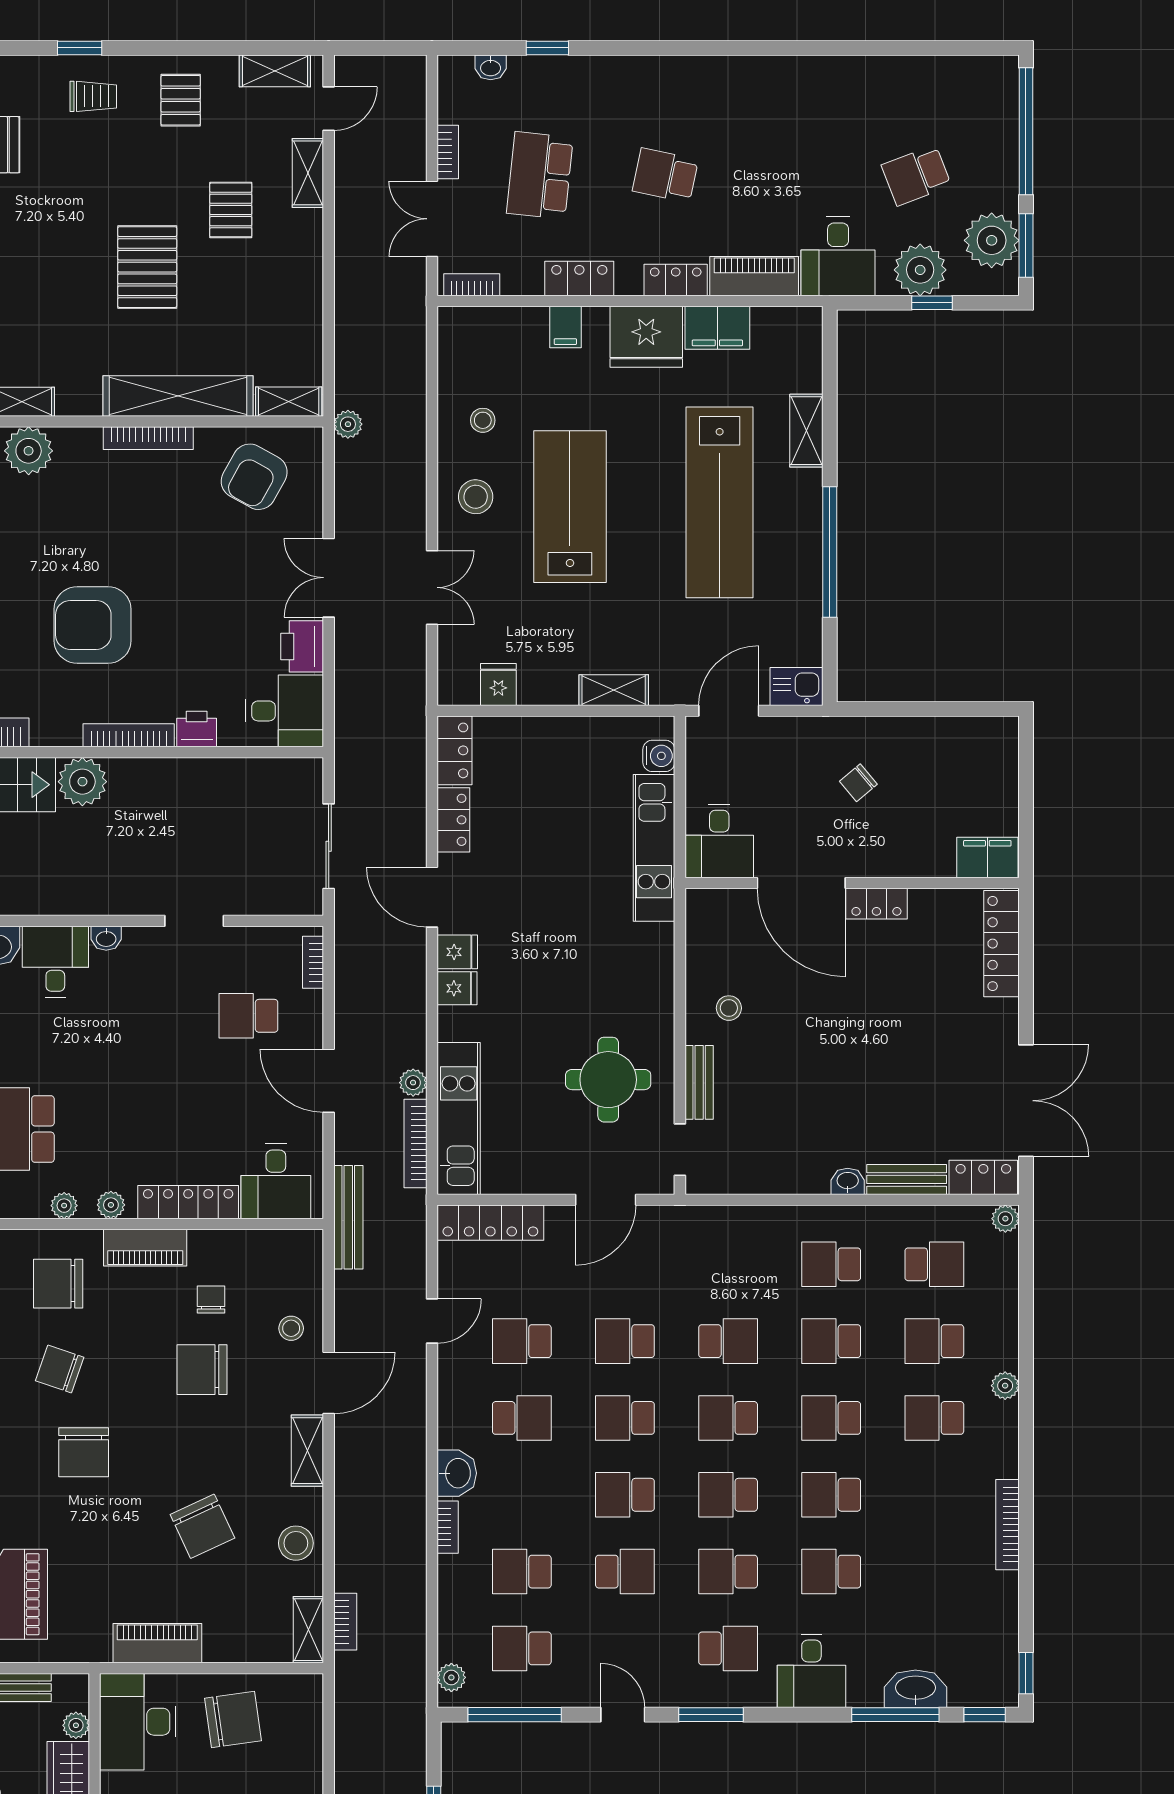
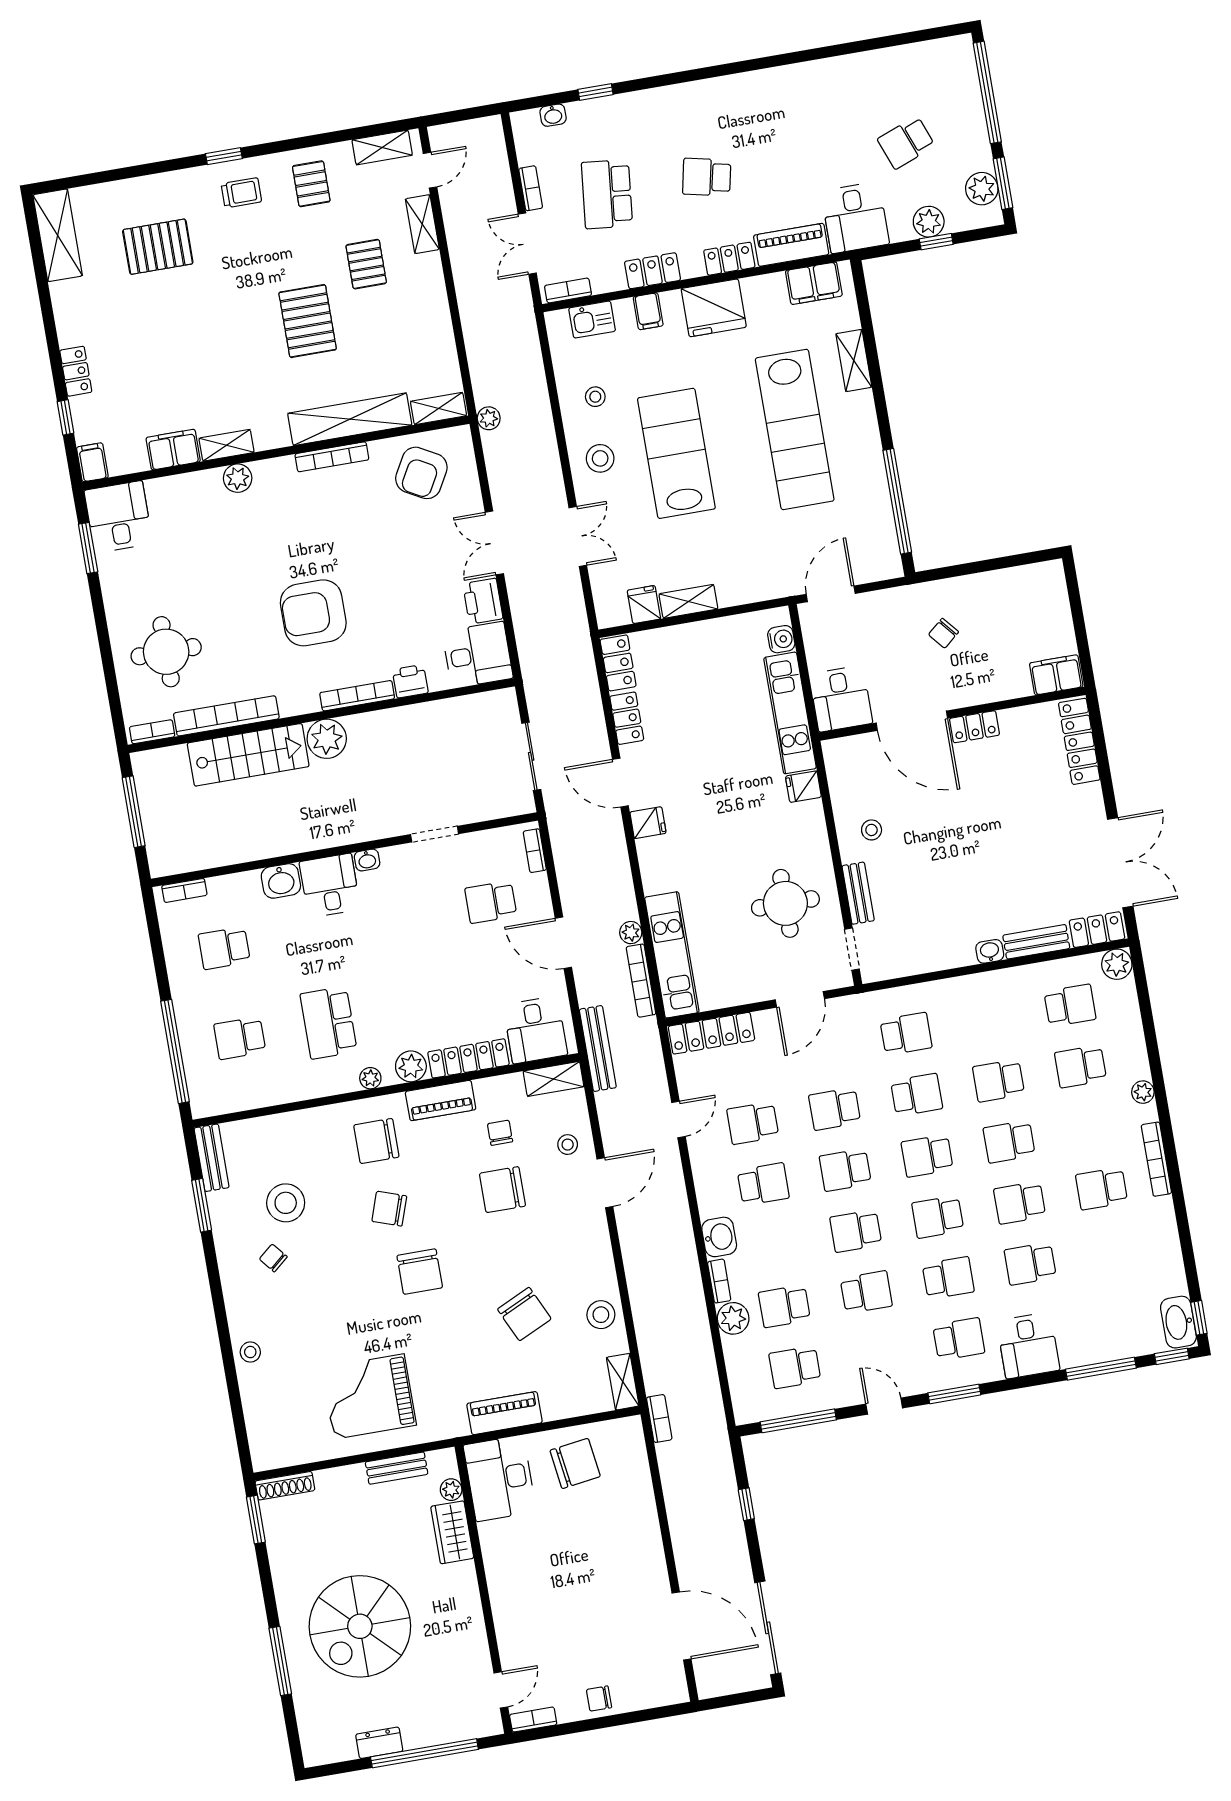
plant: (992, 240) -> (982, 189), width x0.73, depth x0.73
plant: (920, 270) -> (929, 222), width x0.73, depth x0.73
filing cabinet: (717, 328) -> (814, 283), moved
plant: (29, 451) -> (238, 478), width x0.73, depth x0.73
window: (830, 552) -> (897, 501), moved
kitchen sink: (796, 687) -> (592, 320), moved, turned 180
shelving: (614, 690) -> (688, 601), moved
fridge: (457, 988) -> (803, 787), moved, turned 180
plant: (111, 1205) -> (411, 1066), width x1.38, depth x1.38
plant: (1005, 1219) -> (1117, 964), width x1.38, depth x1.38
school desk: (831, 1264) -> (906, 1034), moved, turned 180
school desk: (934, 1418) -> (1102, 1189), moved
shelving: (307, 1451) -> (554, 1079), moved, turned 90
bookcase: (1007, 1525) -> (1156, 1159), moved
school desk: (728, 1572) -> (948, 1278), turned 180
bookcase: (345, 1622) -> (659, 1419), moved
plant: (451, 1677) -> (733, 1318), moved, width x1.38, depth x1.38
washbasin: (915, 1689) -> (1178, 1322), moved, turned -90

